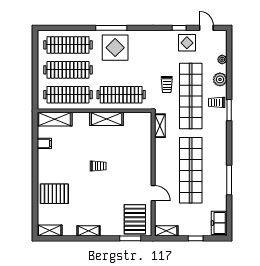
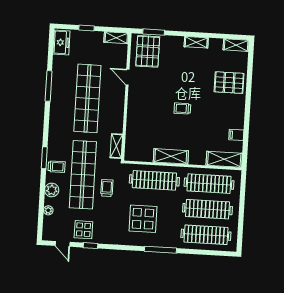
display table: (115, 48) -> (143, 219), moved

